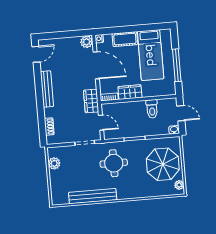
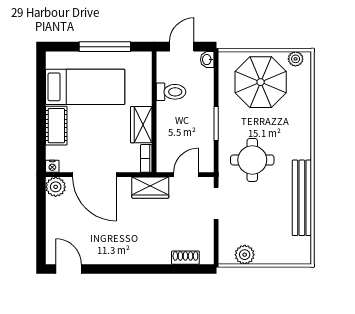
door: (96, 65) -> (94, 175), swing flipped
bench: (47, 89) -> (125, 256), removed

